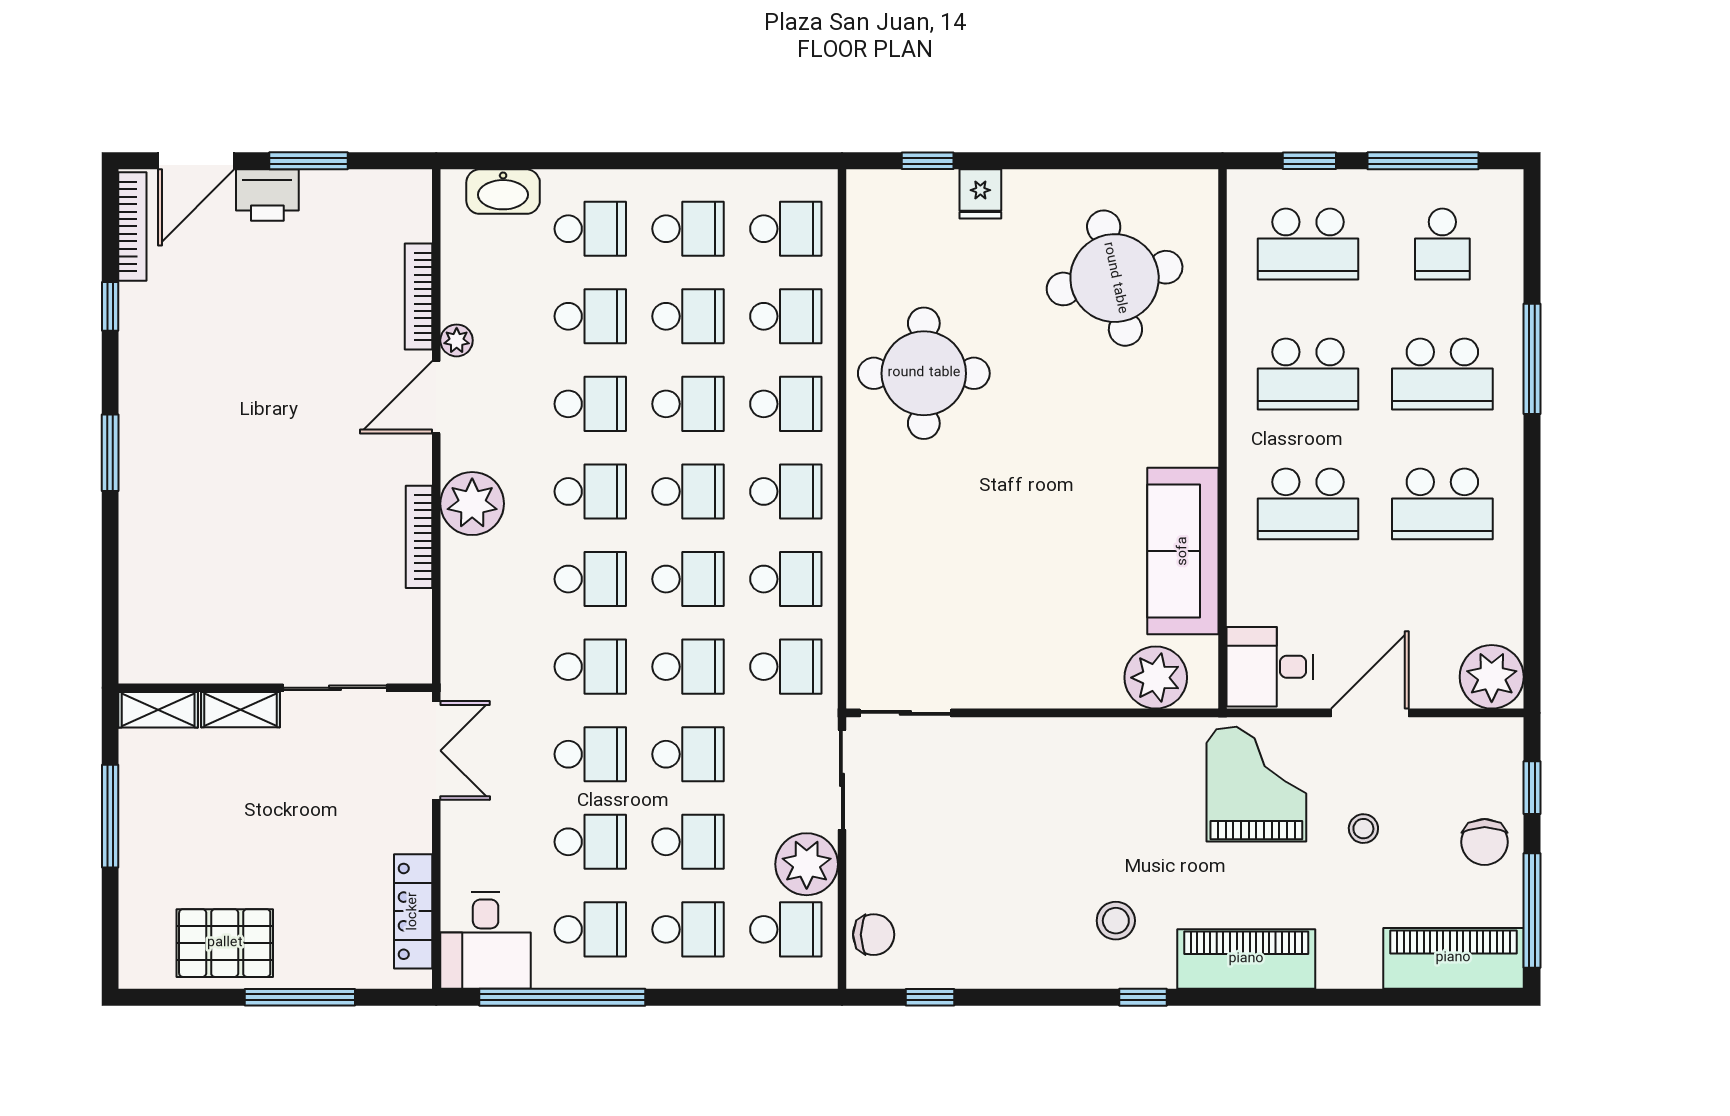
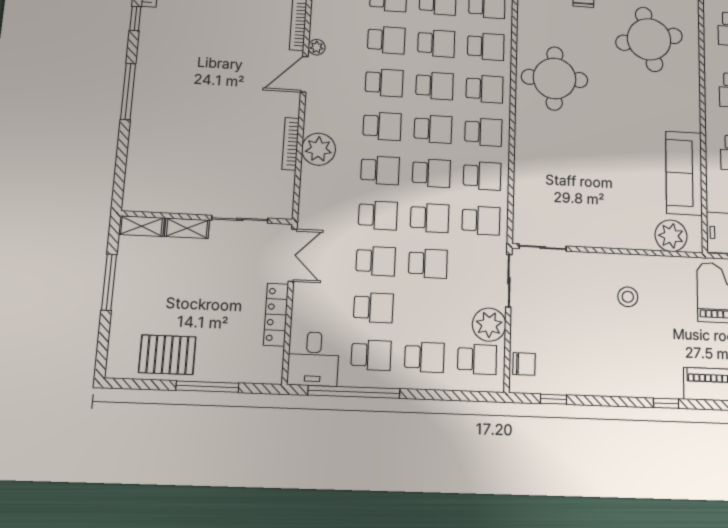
window: (110, 453) -> (128, 91), width x1.44
plant: (472, 504) -> (319, 149), moved
school desk: (688, 842) -> (426, 310), removed
locker: (413, 911) -> (276, 315), moved
stool: (1116, 921) -> (628, 297), moved

